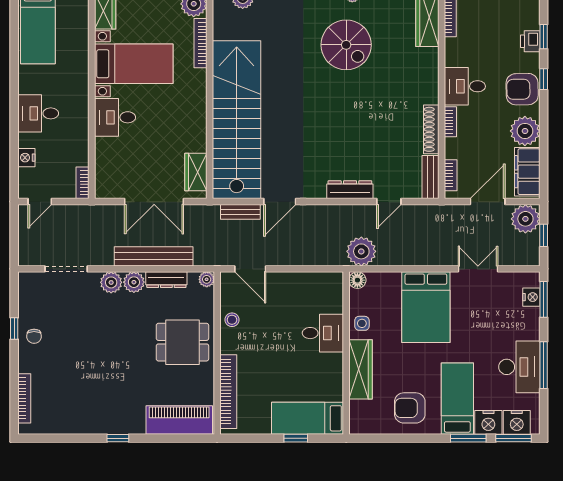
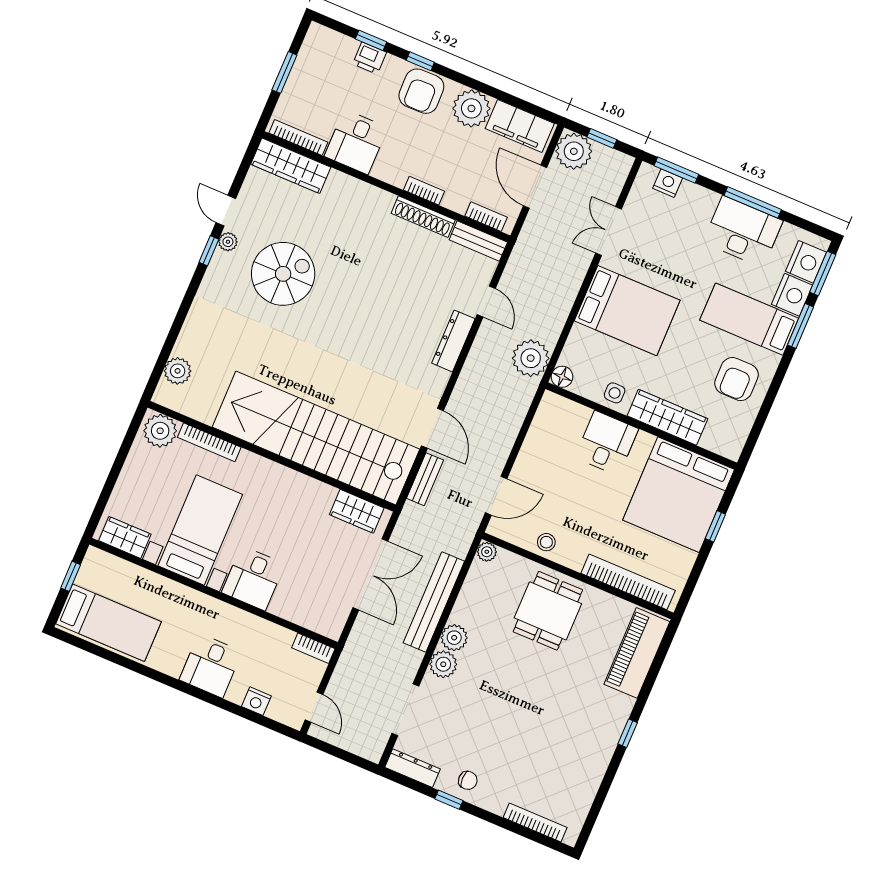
desk: (465, 86) -> (356, 142), moved
dresser: (166, 280) -> (413, 768), moved, turned -90
bed: (308, 418) -> (679, 495), width x2.04

